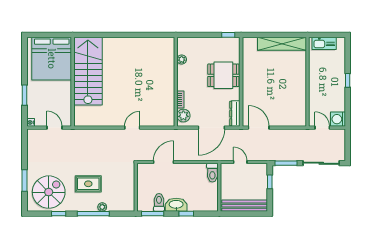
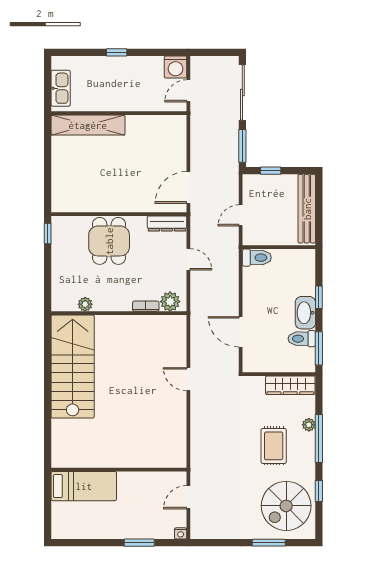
shelving: (282, 44) -> (88, 125), moved, turned 90
bed: (52, 59) -> (84, 486), width x0.49
stairs: (88, 71) -> (73, 367), moved, turned 90
door: (211, 128) -> (188, 259), width x0.53
spiral stairs: (49, 192) -> (286, 506), turned -90
wardrobe: (128, 195) -> (290, 385), added

